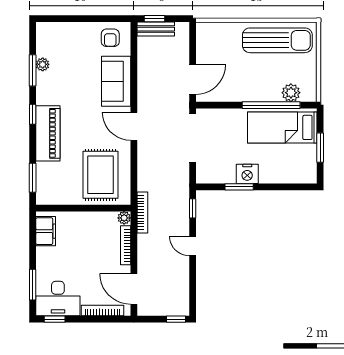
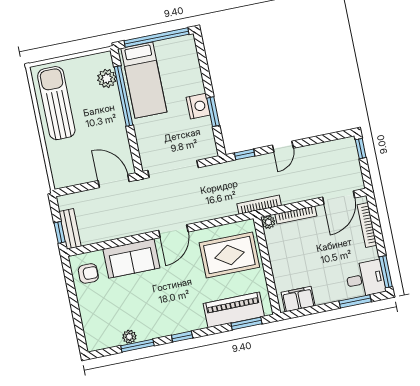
piano: (48, 133) -> (234, 310), moved
window: (320, 148) -> (157, 38), width x2.11
desk: (58, 299) -> (365, 279), width x0.73
window: (55, 319) -> (386, 272), width x1.50

